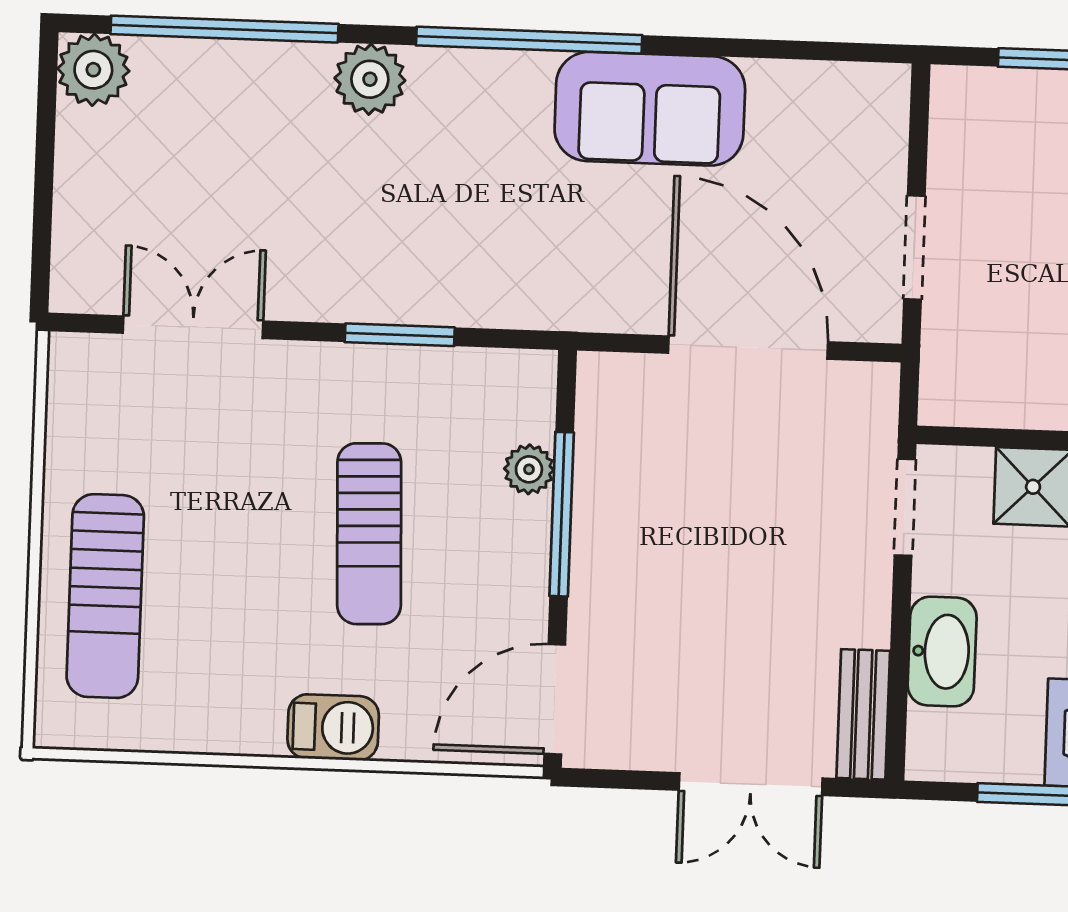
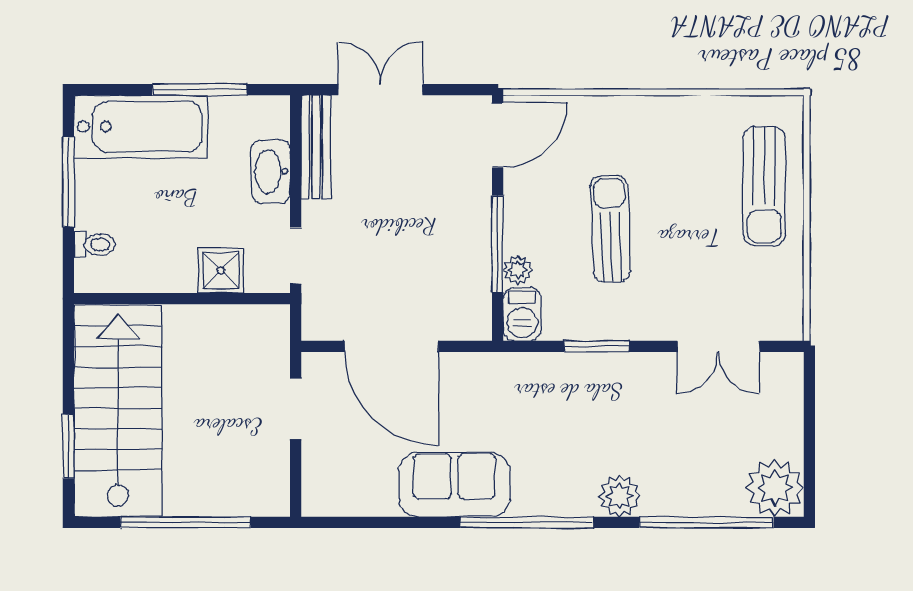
plant: (93, 70) -> (775, 488), width x1.36, depth x1.36
sun lounger: (105, 596) -> (764, 186), turned 180
bench: (863, 714) -> (316, 147), width x1.36
barbecue: (333, 727) -> (522, 314), moved, turned -90

